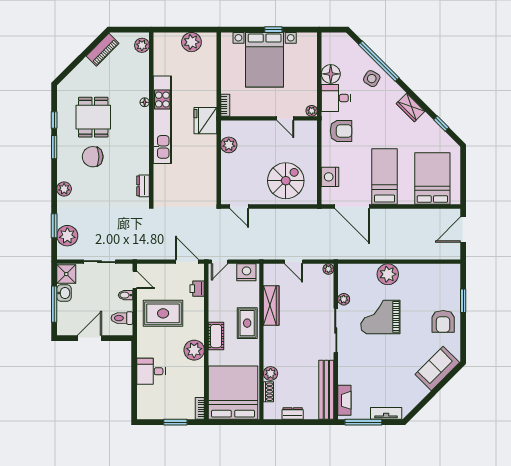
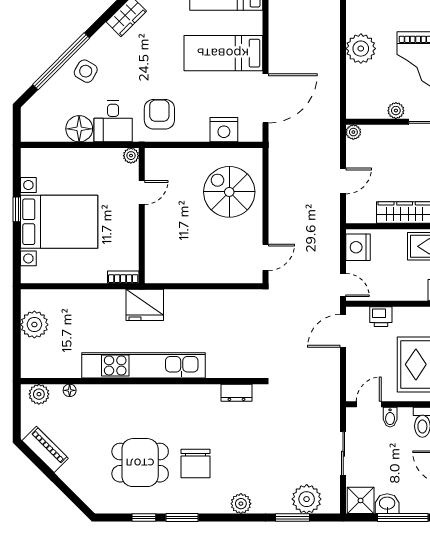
floor lamp: (145, 102) -> (70, 390), moved
plant: (229, 145) -> (179, 272), removed

